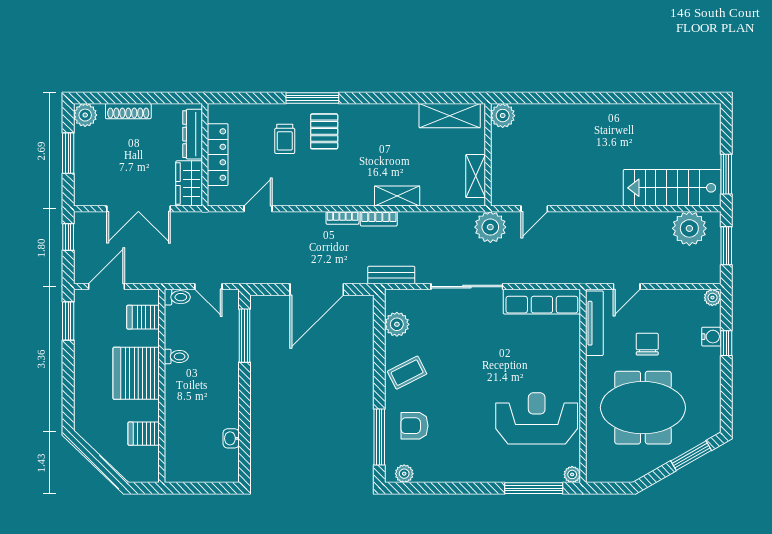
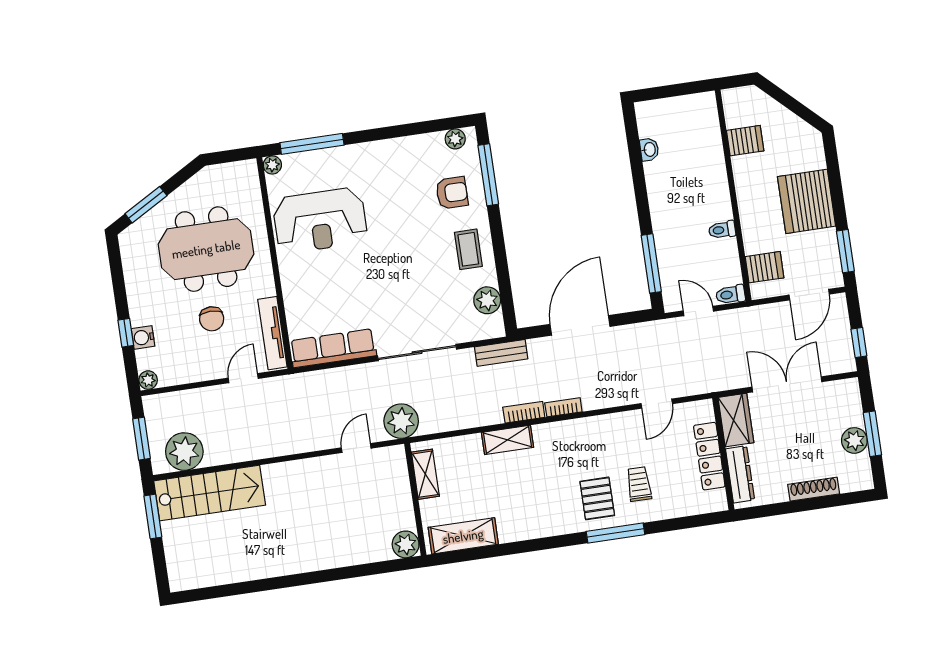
plant: (85, 115) -> (854, 440), moved
server rack: (136, 373) -> (807, 201), moved, turned 180
coffee table: (407, 373) -> (468, 249), turned -63

